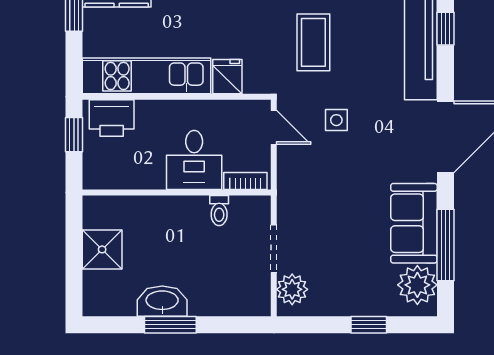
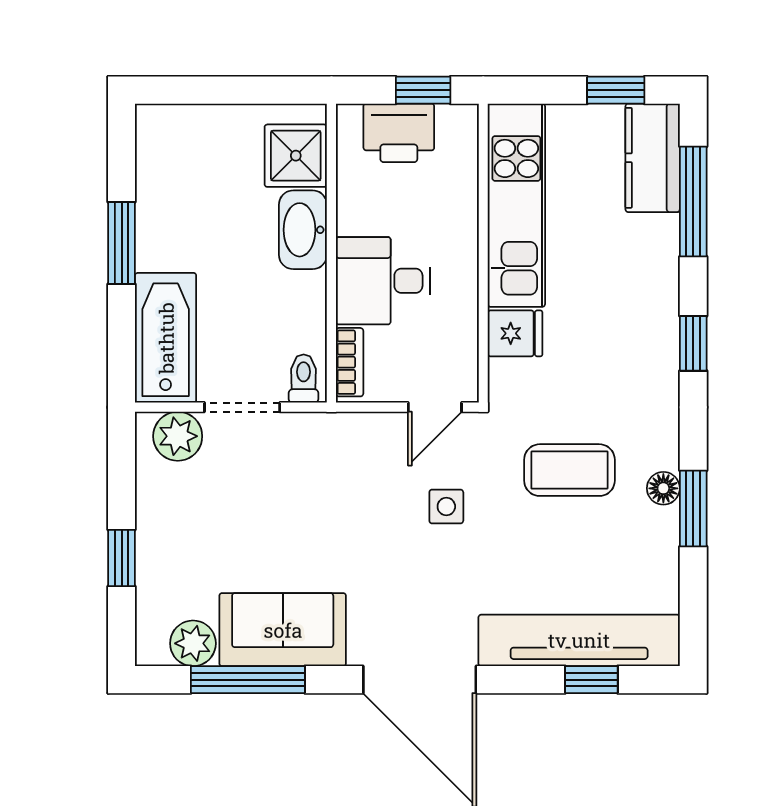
printer: (112, 118) -> (399, 133), moved, turned -90
toilet: (219, 210) -> (304, 379), moved, turned 90
shower: (102, 249) -> (296, 156), moved
plant: (417, 285) -> (193, 643), width x0.73, depth x0.73
bathtub: (230, 297) -> (166, 338), added
washbasin: (162, 301) -> (303, 230), moved, turned 180

